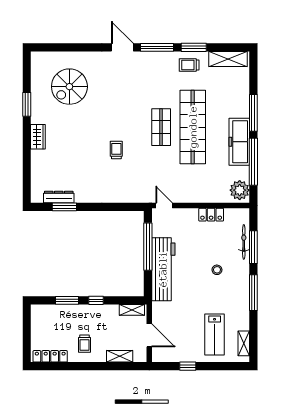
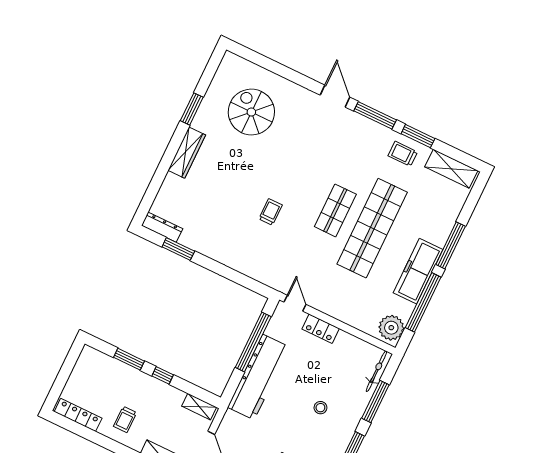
spiral stairs: (69, 87) -> (251, 112), turned 90
wardrobe: (38, 137) -> (187, 153), width x1.50
dresser: (59, 197) -> (162, 227), moved
locker: (211, 215) -> (321, 329), moved
bicycle: (244, 242) -> (376, 371), moved

